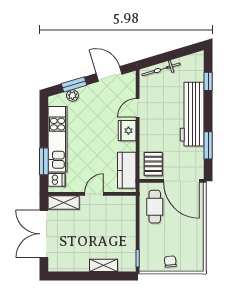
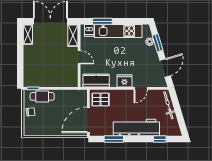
door: (138, 108) -> (141, 88), swing flipped
cafe table: (155, 207) -> (42, 96), moved
shelving: (103, 265) -> (28, 34), moved

